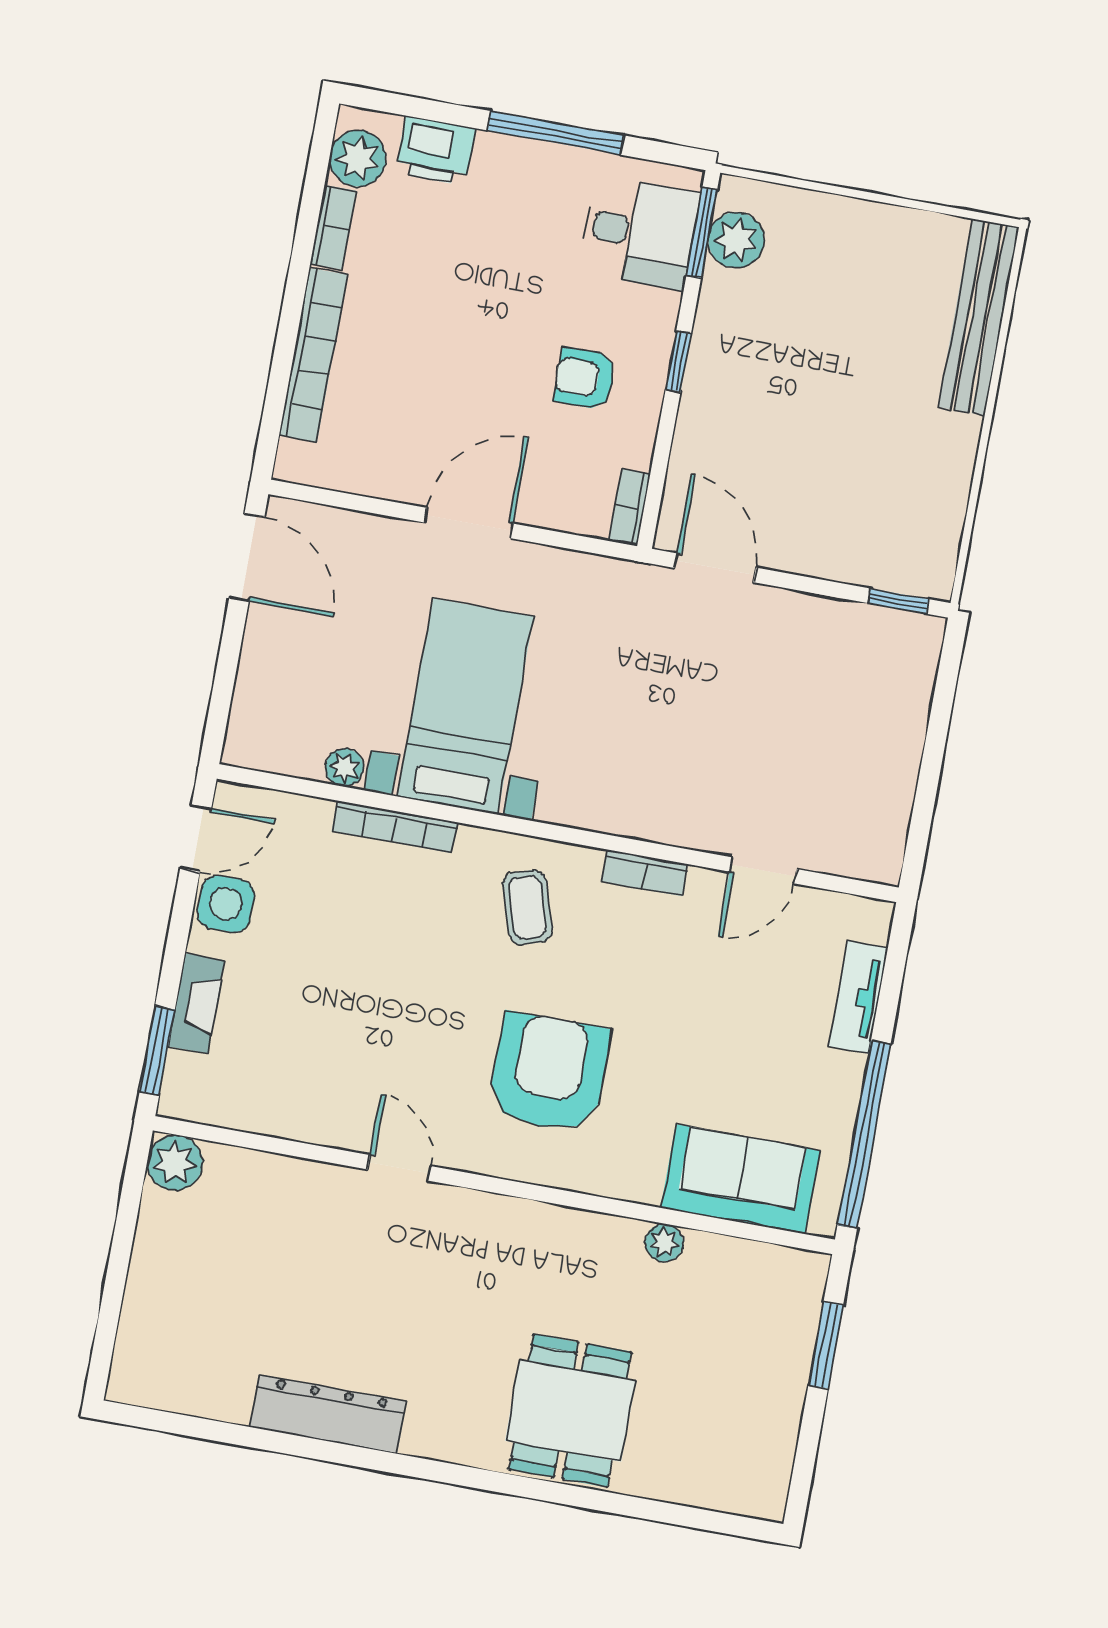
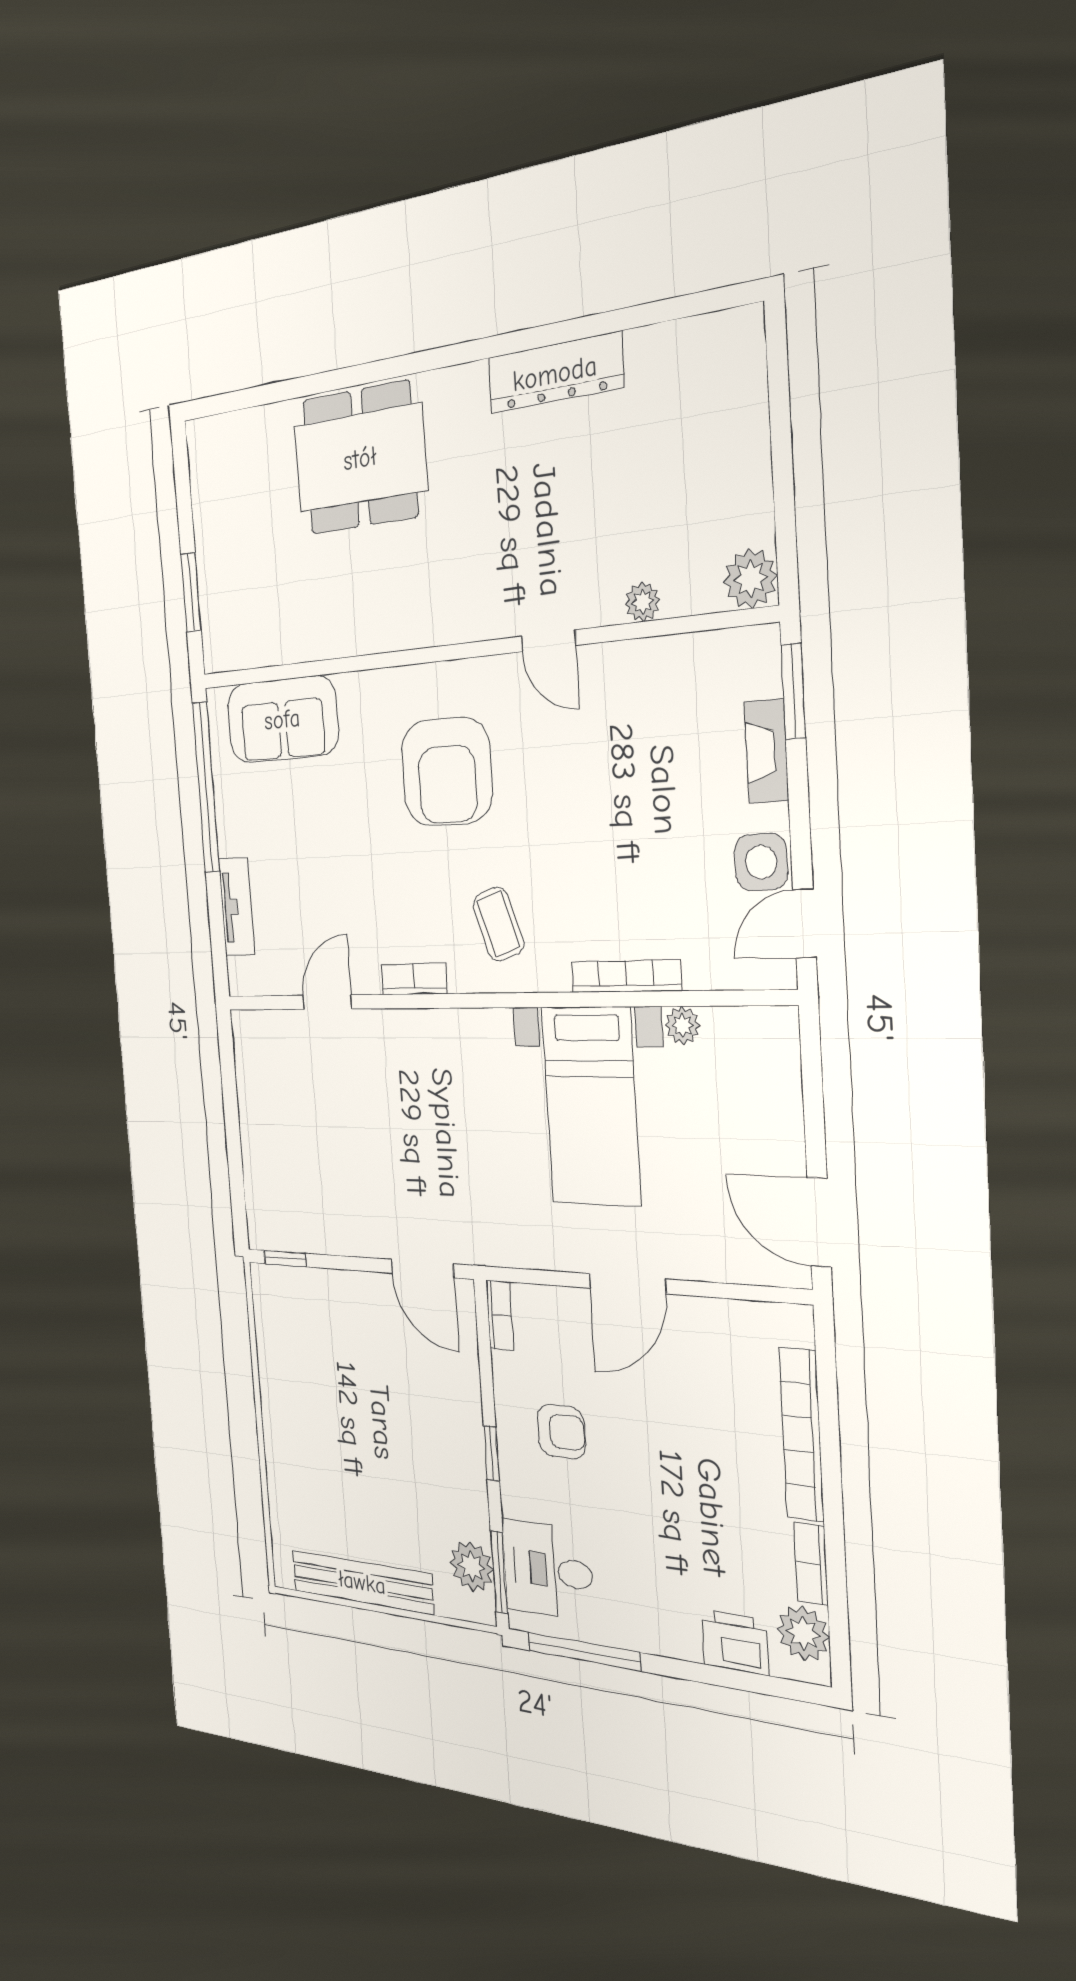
window: (556, 133) -> (584, 1652), moved
bench: (978, 317) -> (362, 1582), moved, turned 90
plant: (664, 1243) -> (643, 602), moved
dining table: (570, 1411) -> (360, 458), width x1.38

